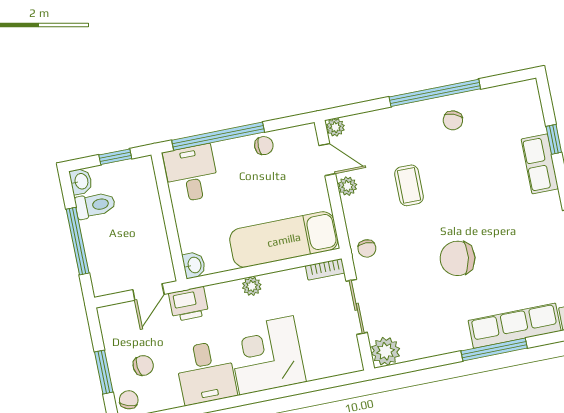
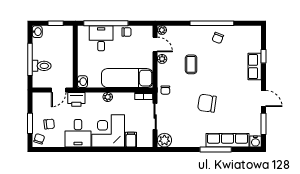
desk: (191, 173) -> (101, 38), moved
toilet: (95, 205) -> (42, 66), moved
filing cabinet: (317, 364) -> (131, 140), added

